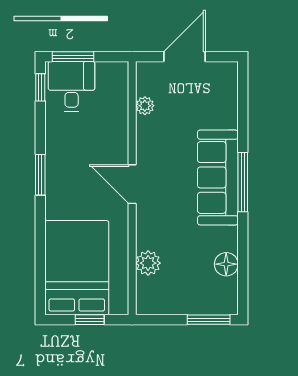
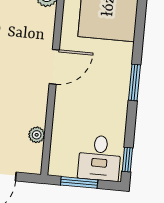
window: (73, 57) -> (79, 182), moved
door: (132, 184) -> (54, 67), hinge flipped

